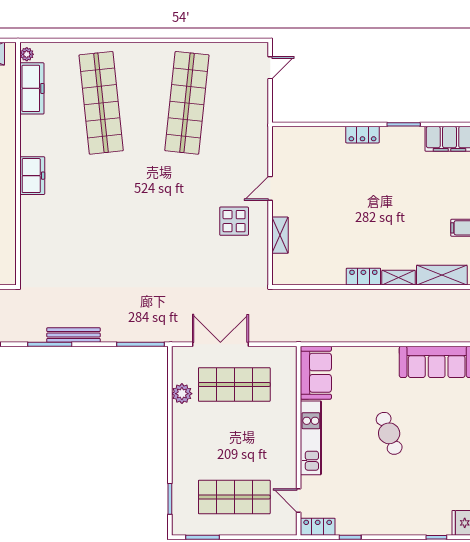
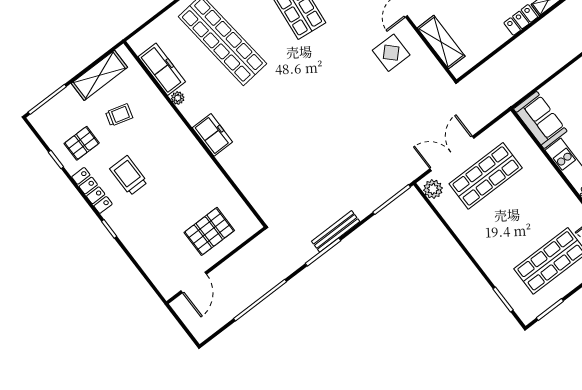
plant: (27, 54) -> (178, 98), moved
shelving: (280, 235) -> (441, 42), width x1.50, depth x1.33
plant: (182, 394) -> (433, 189), moved

